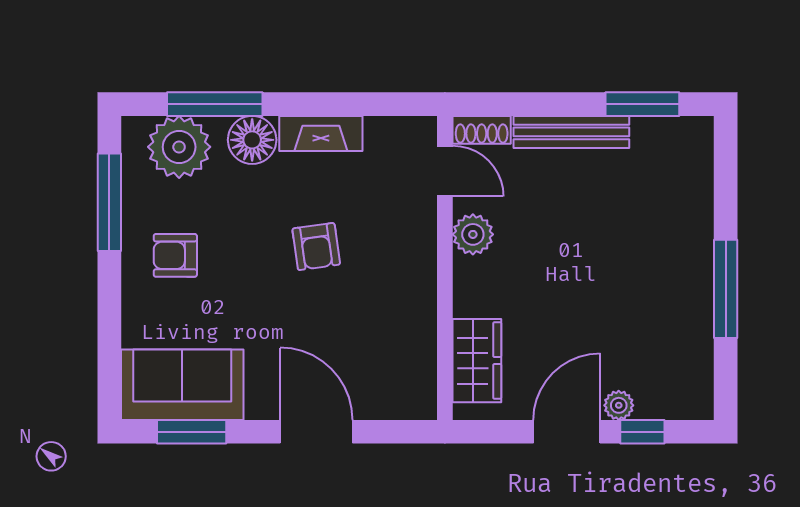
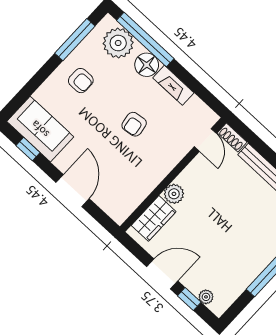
window: (215, 104) -> (145, 40), width x1.46
plant: (473, 234) -> (174, 194), moved
armchair: (175, 255) -> (81, 81), turned 180
plant: (619, 405) -> (206, 297), moved
window: (192, 432) -> (28, 149), width x0.67

